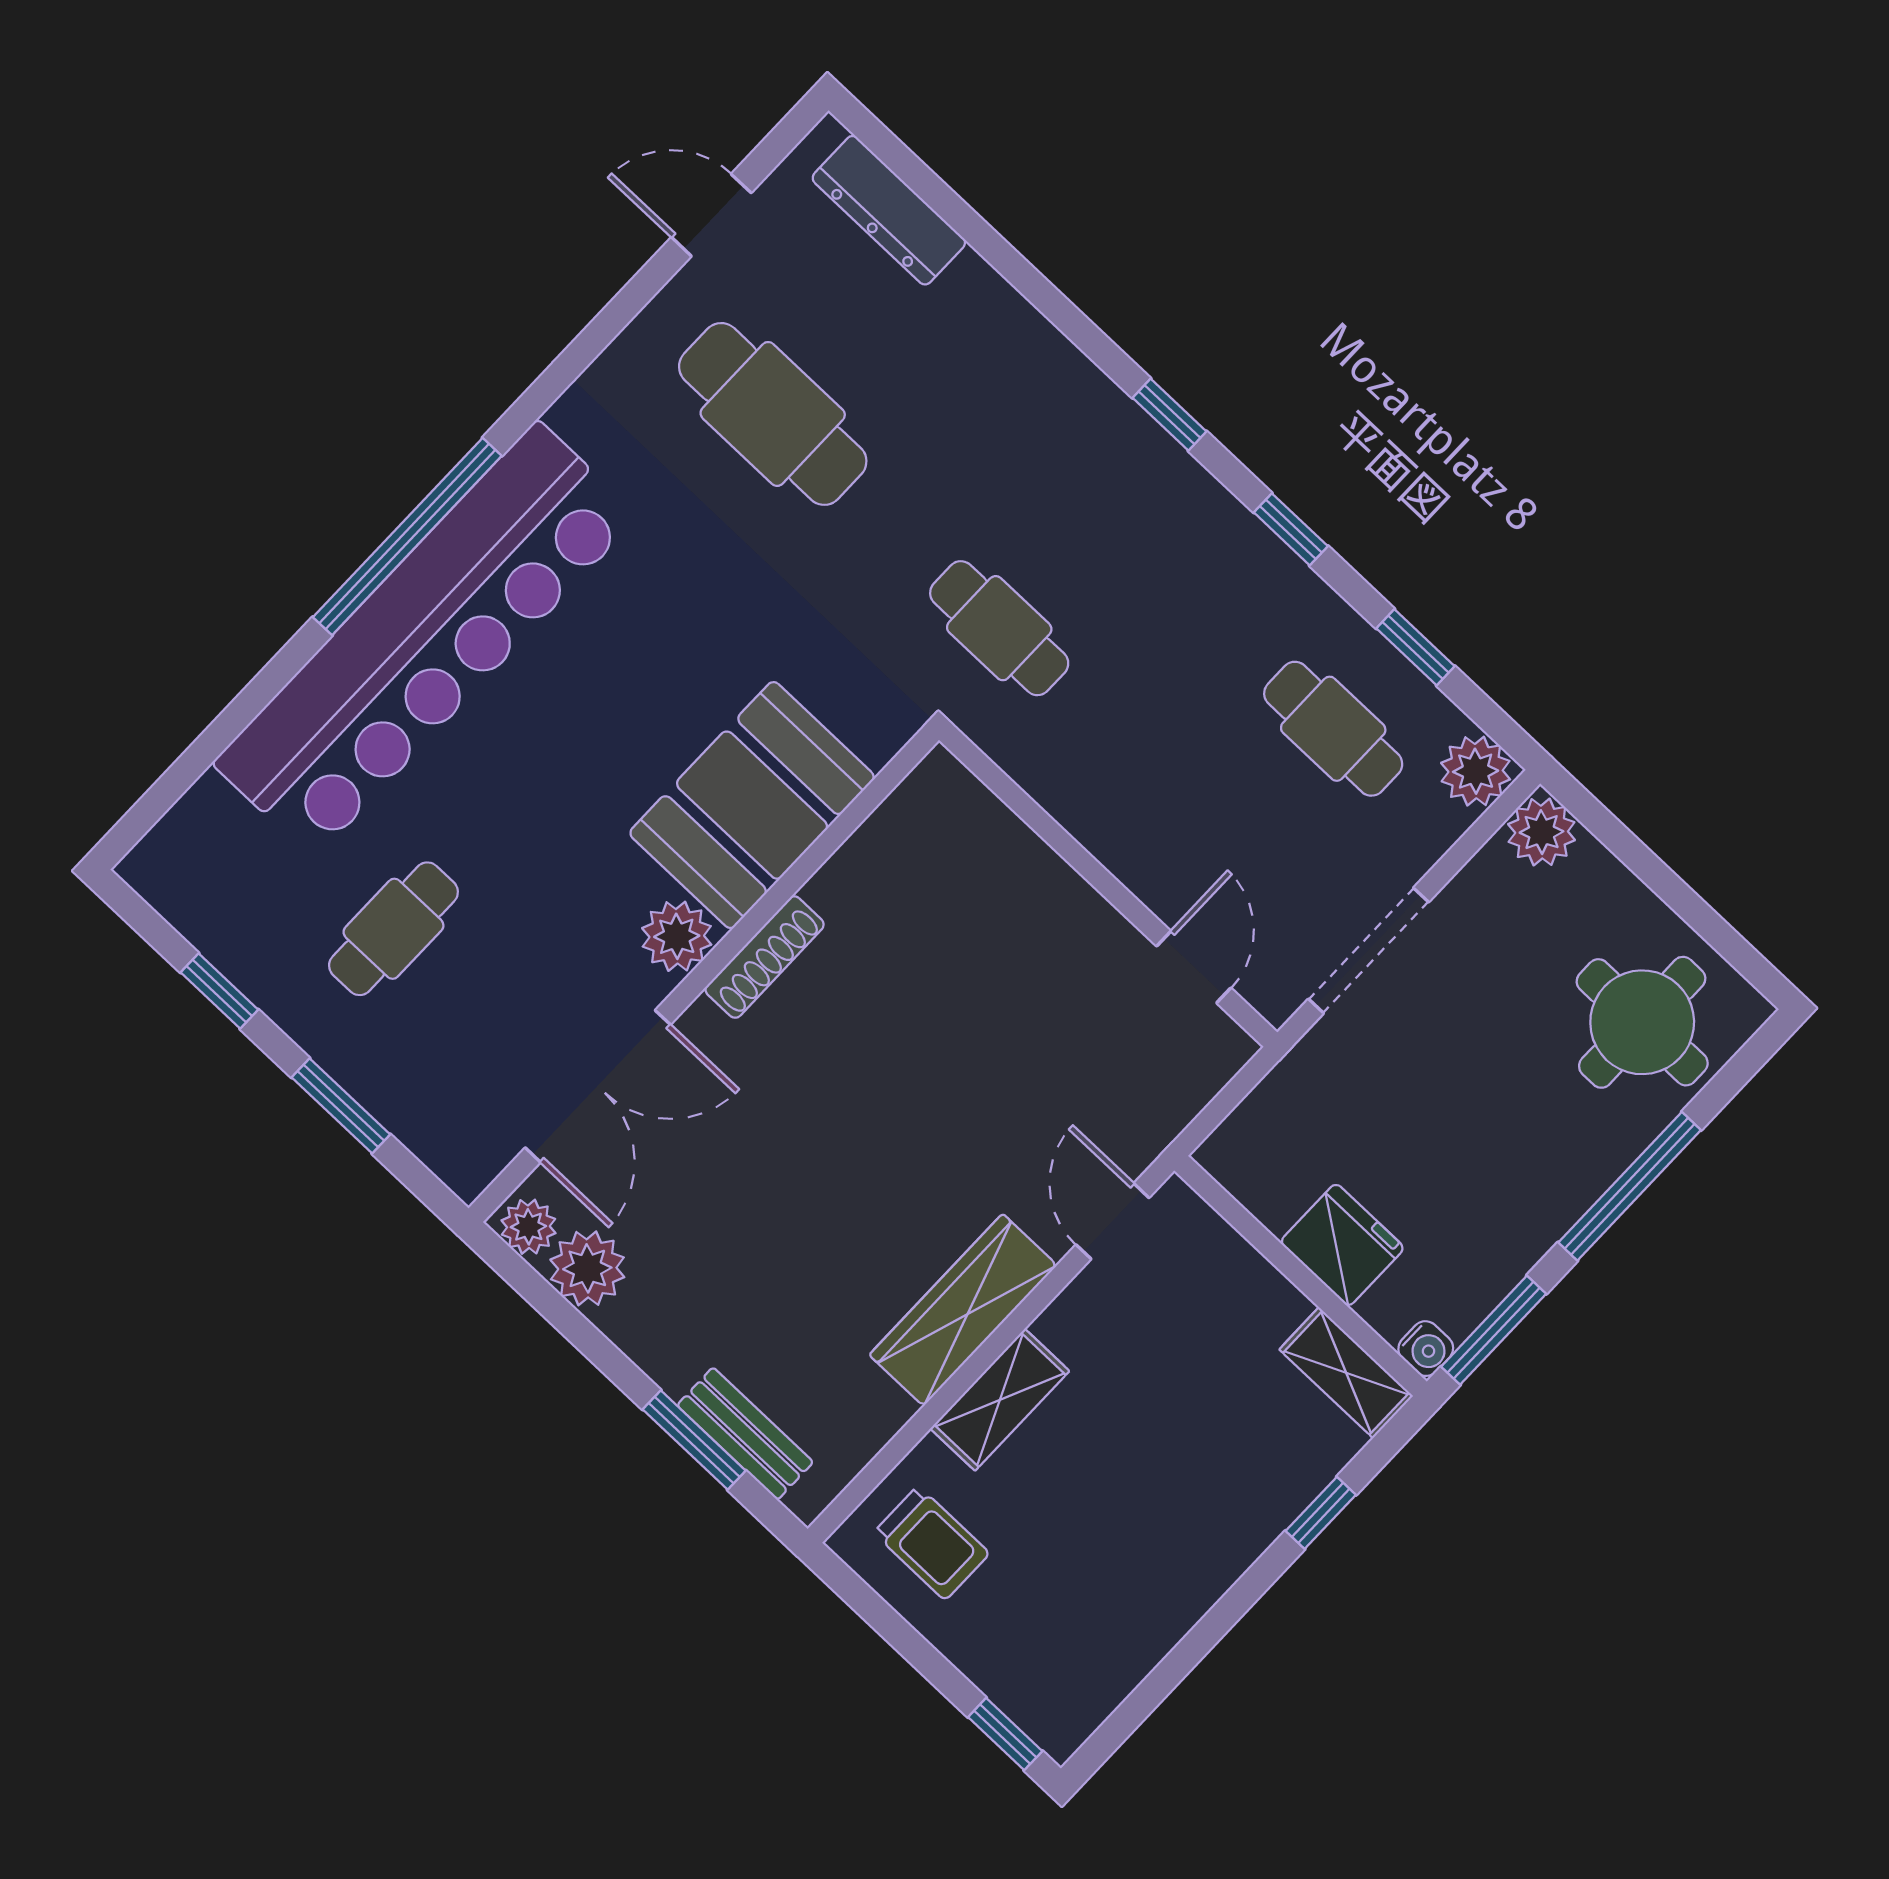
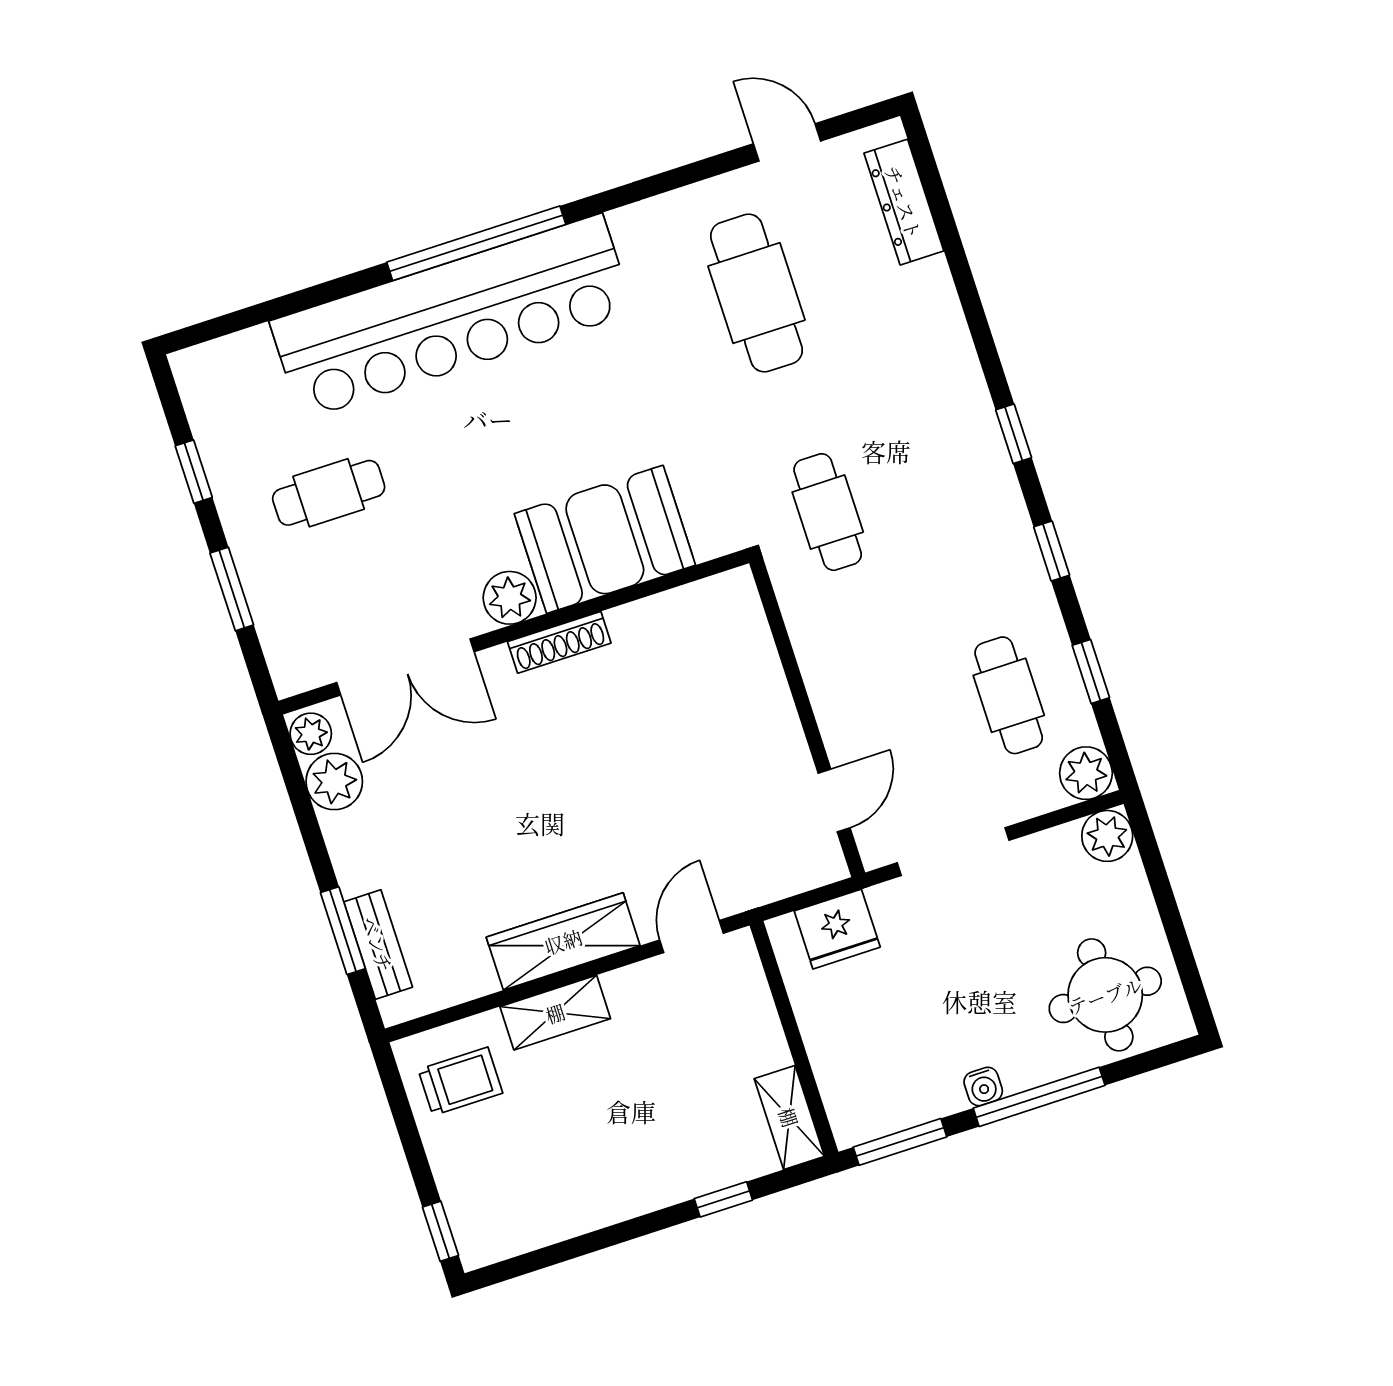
fridge: (1342, 1245) -> (837, 929), moved, turned 90
water cooler: (1426, 1349) -> (983, 1086), moved
trolley: (932, 1543) -> (460, 1081), turned -90

